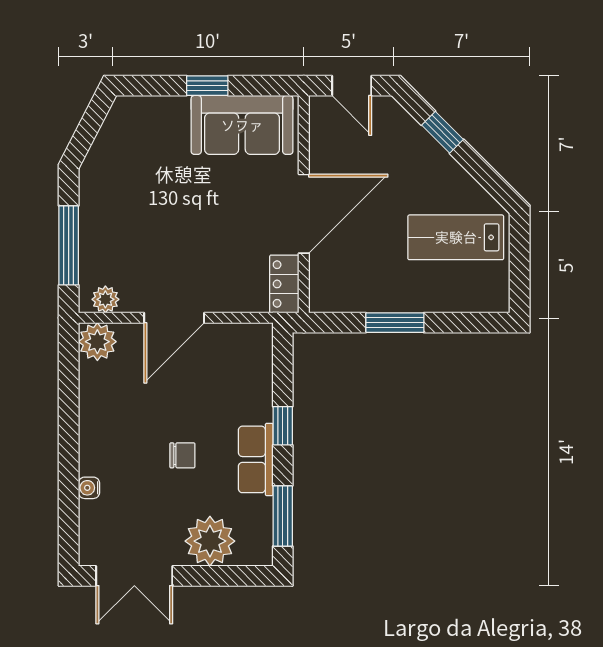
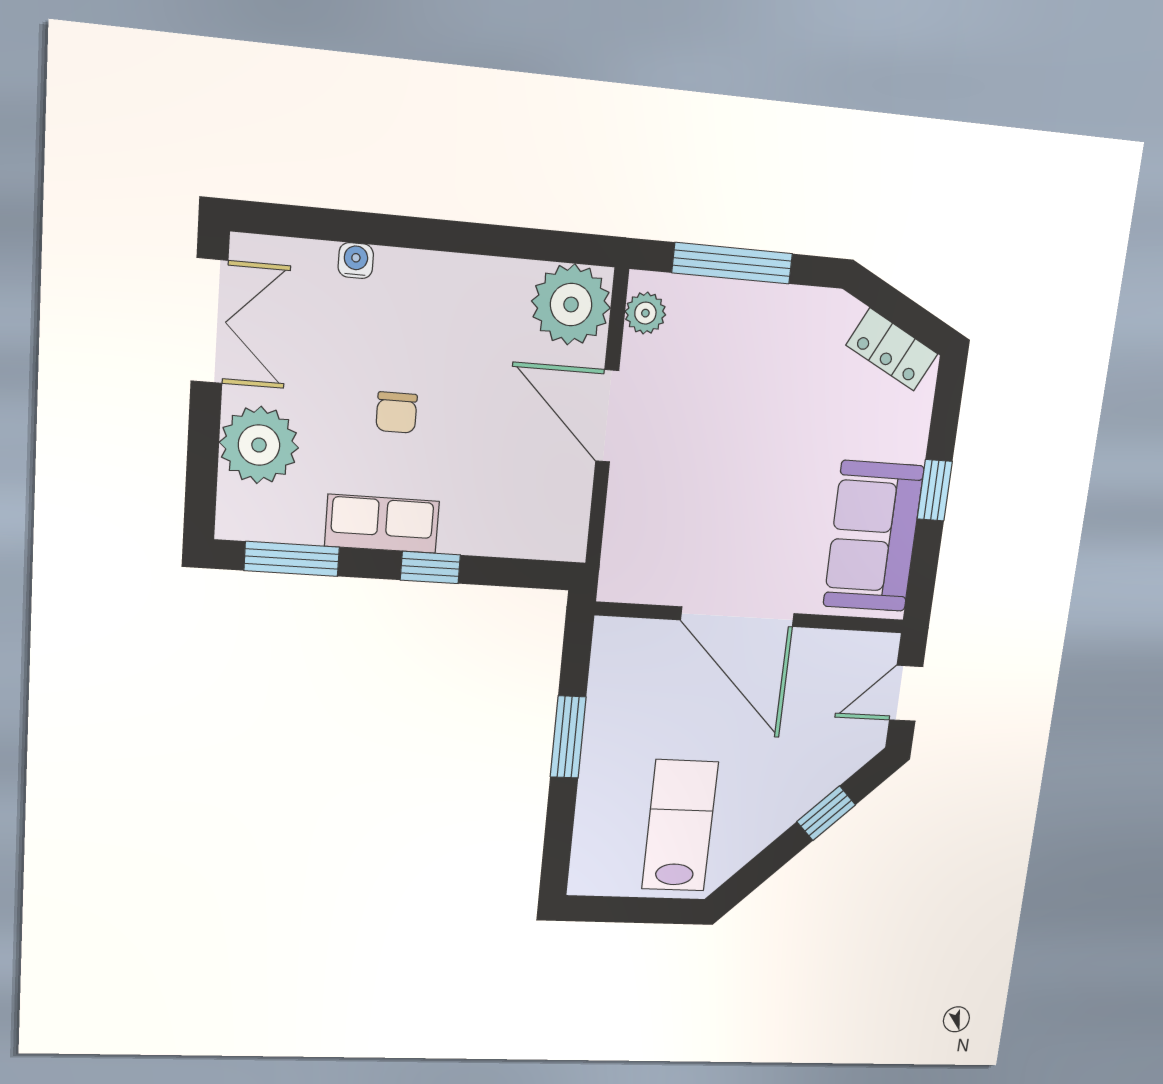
locker: (284, 284) -> (892, 349), moved, turned -153
plant: (97, 342) -> (571, 305), width x1.36, depth x1.36
double door: (134, 576) -> (209, 321), swing flipped

